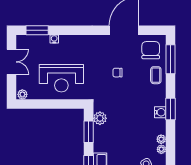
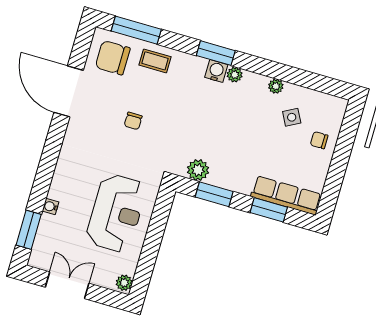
plant: (161, 139) -> (235, 75), moved

